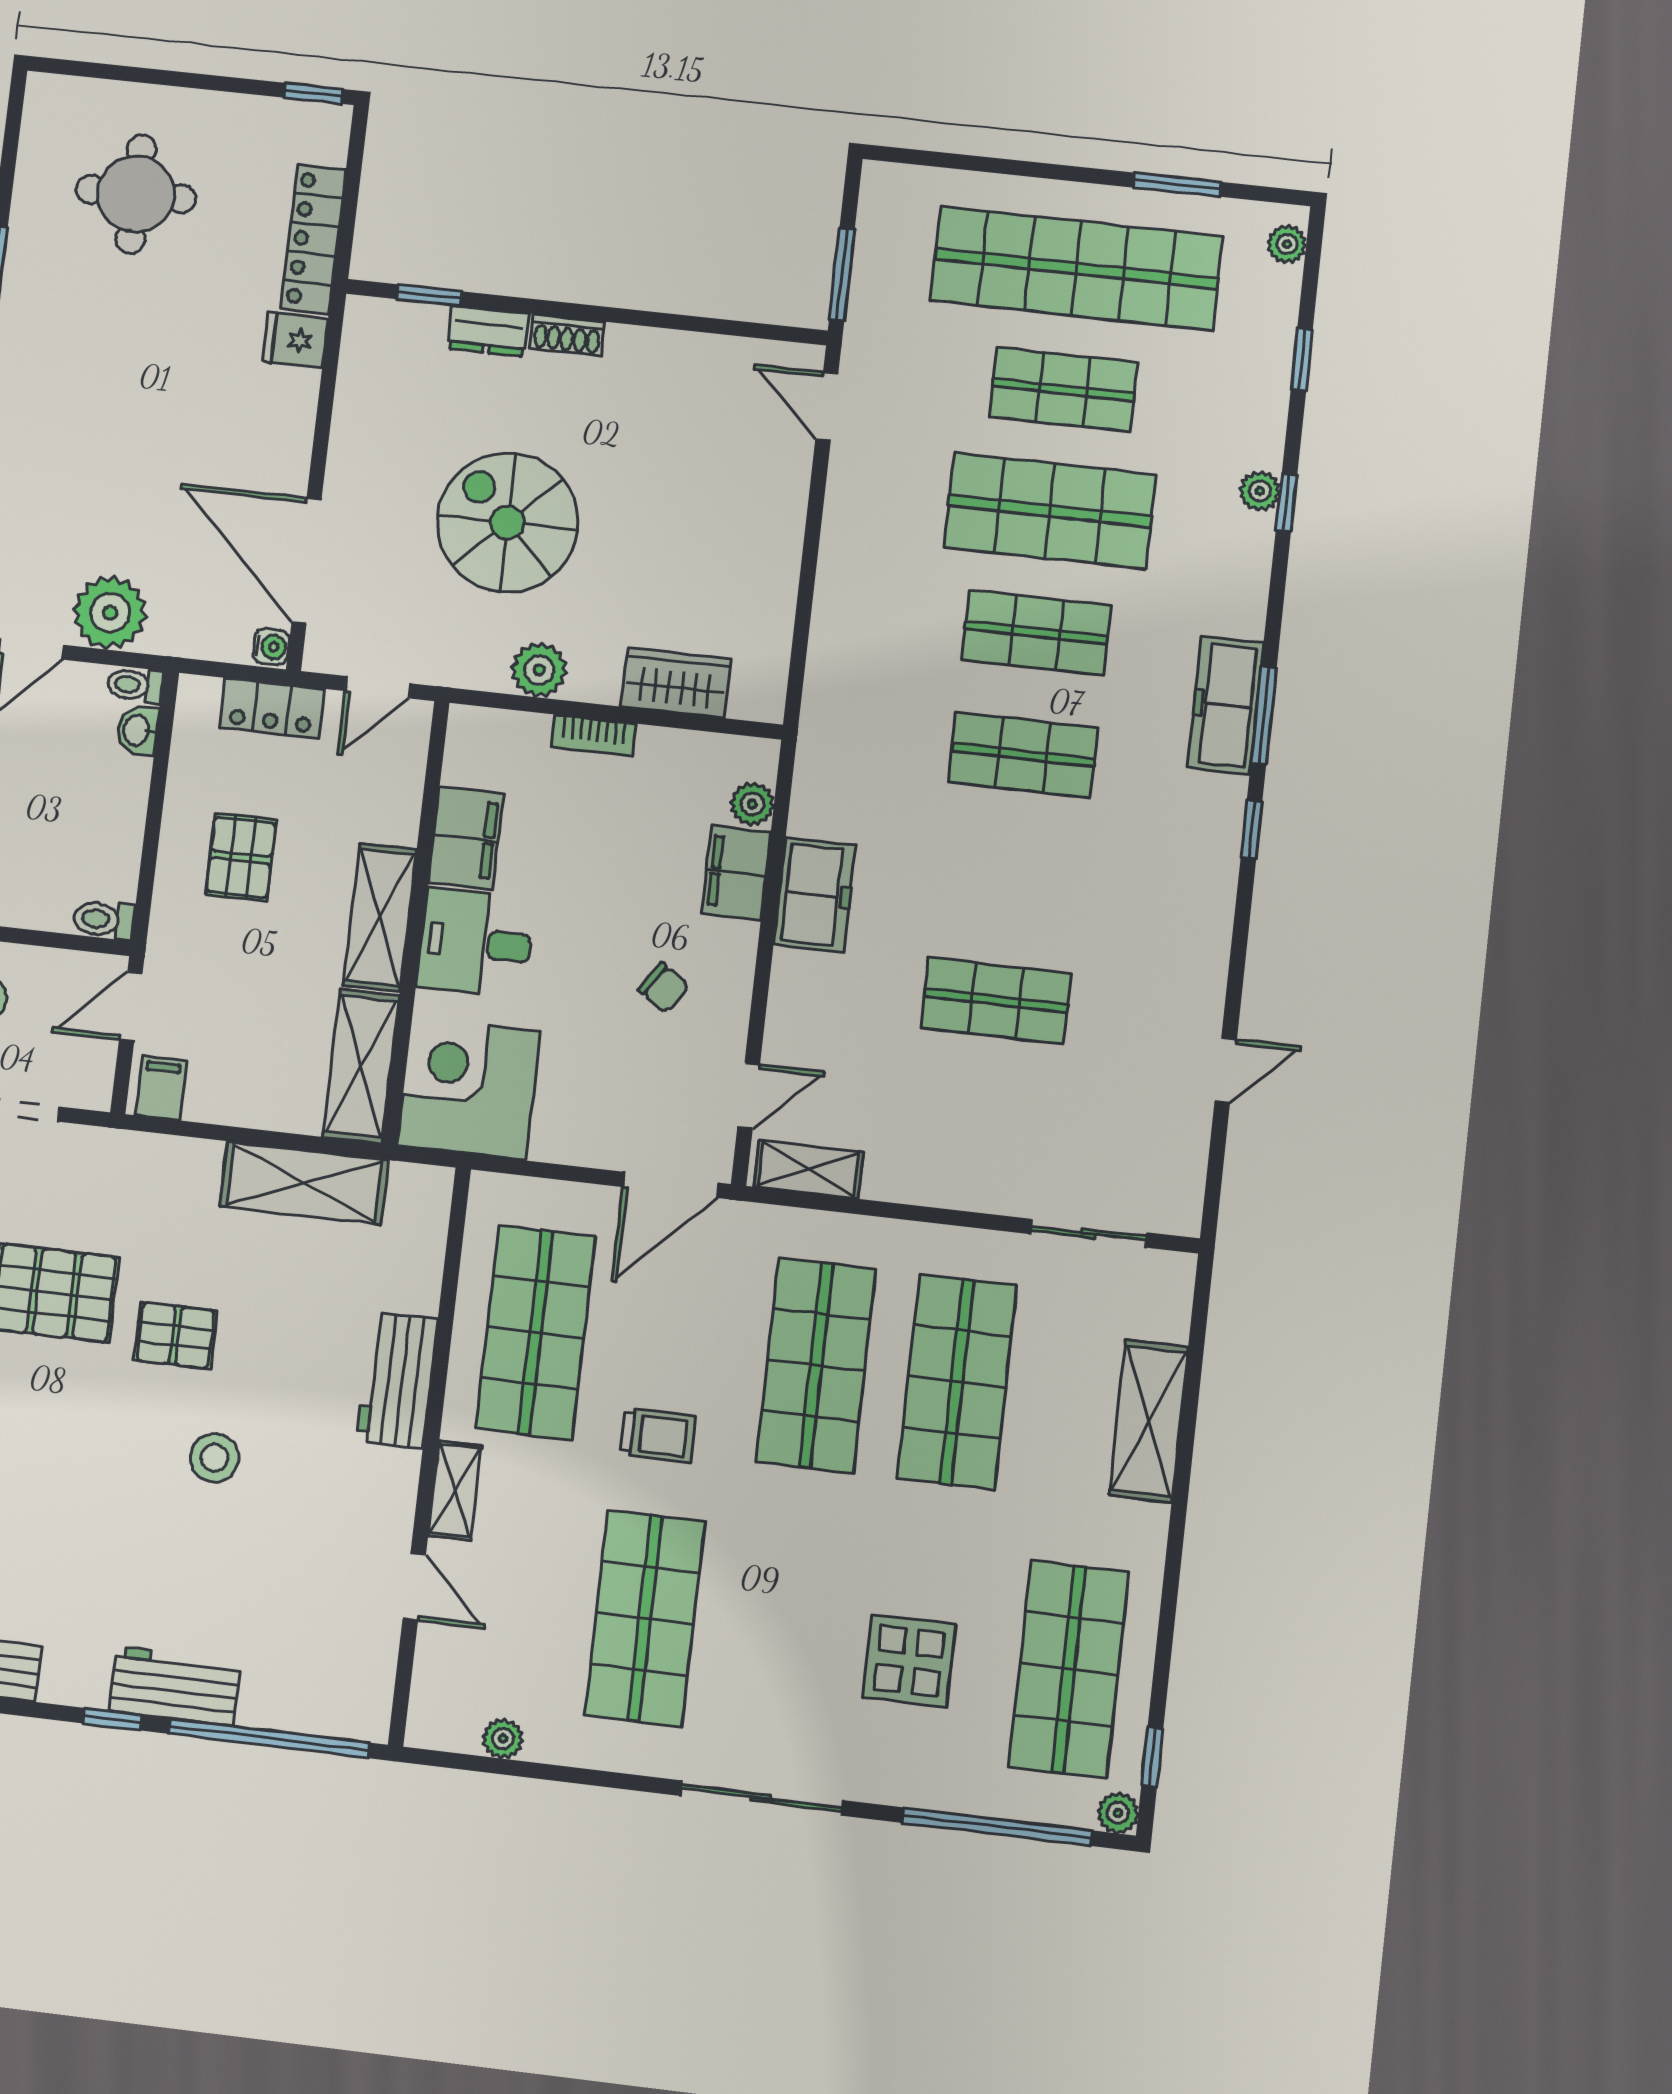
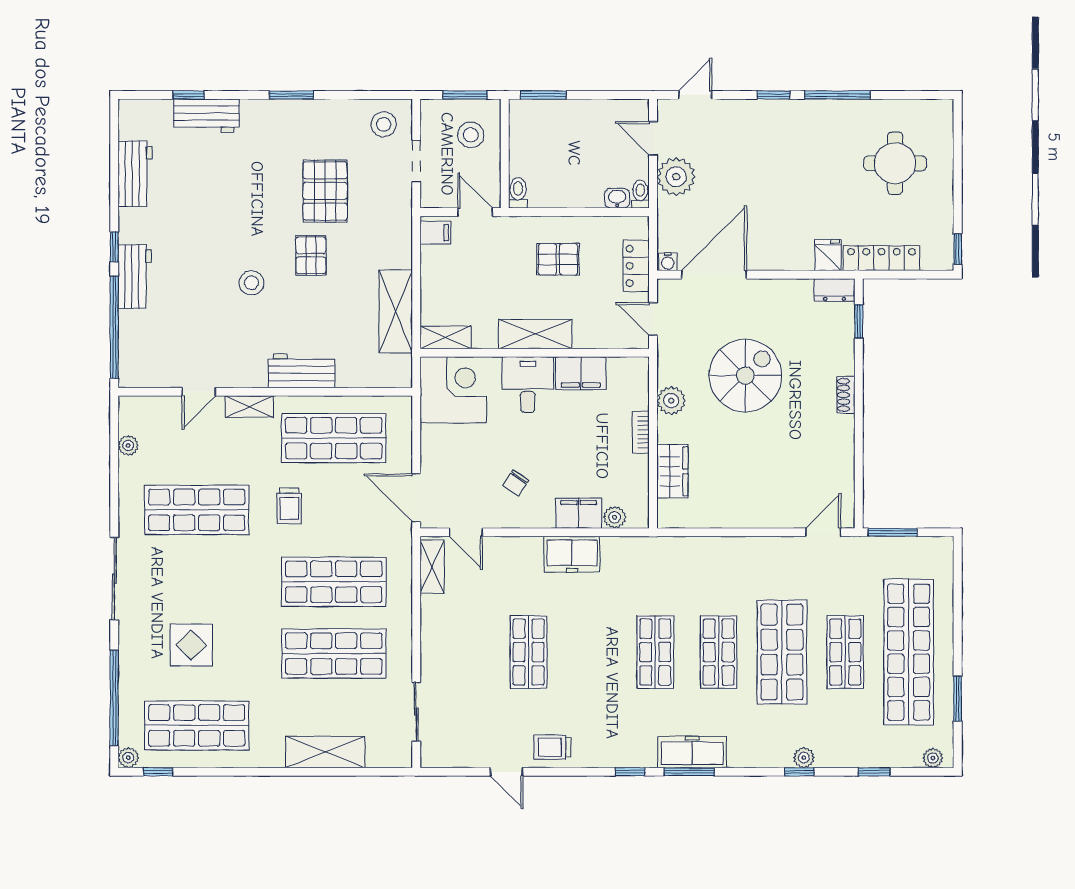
dresser: (488, 331) -> (835, 290), moved, turned -90
trolley: (1187, 975) -> (552, 747), added
shelving: (361, 1066) -> (446, 337), width x0.67, depth x0.75

